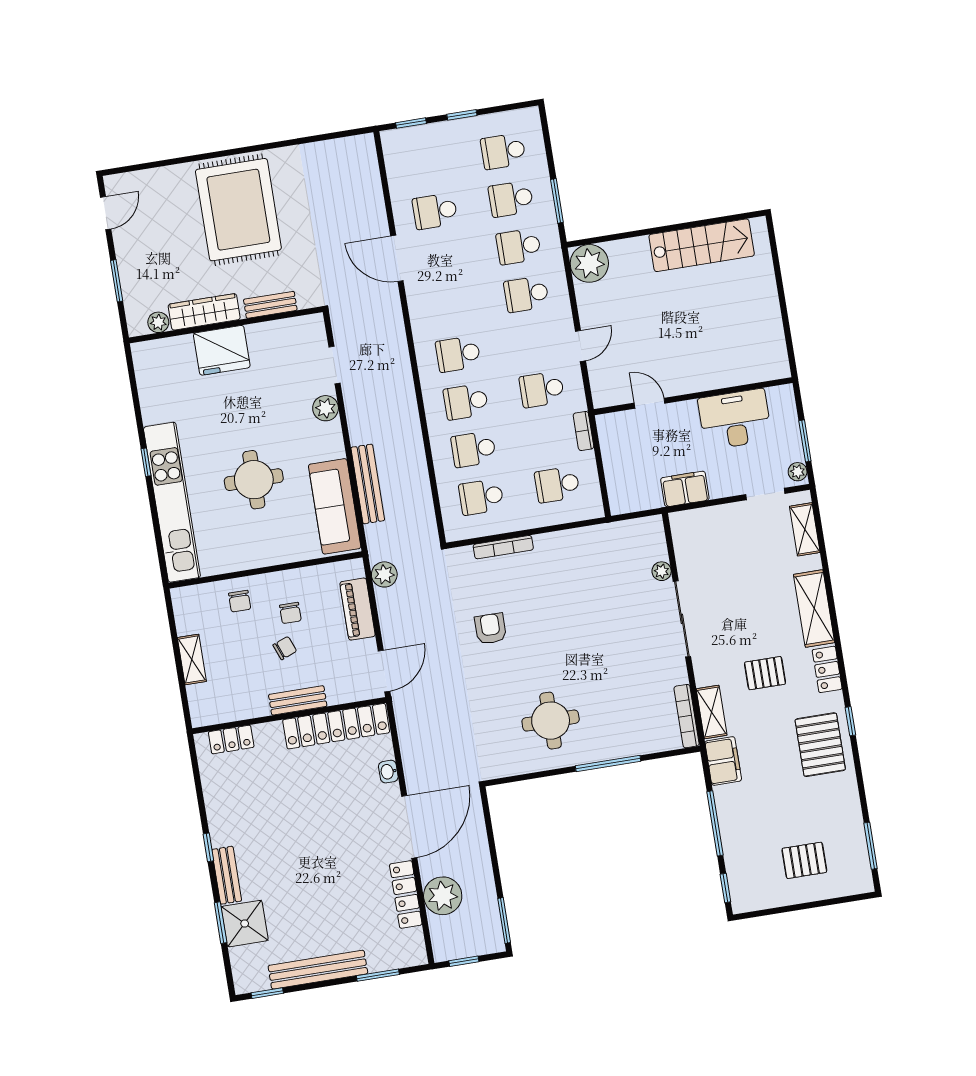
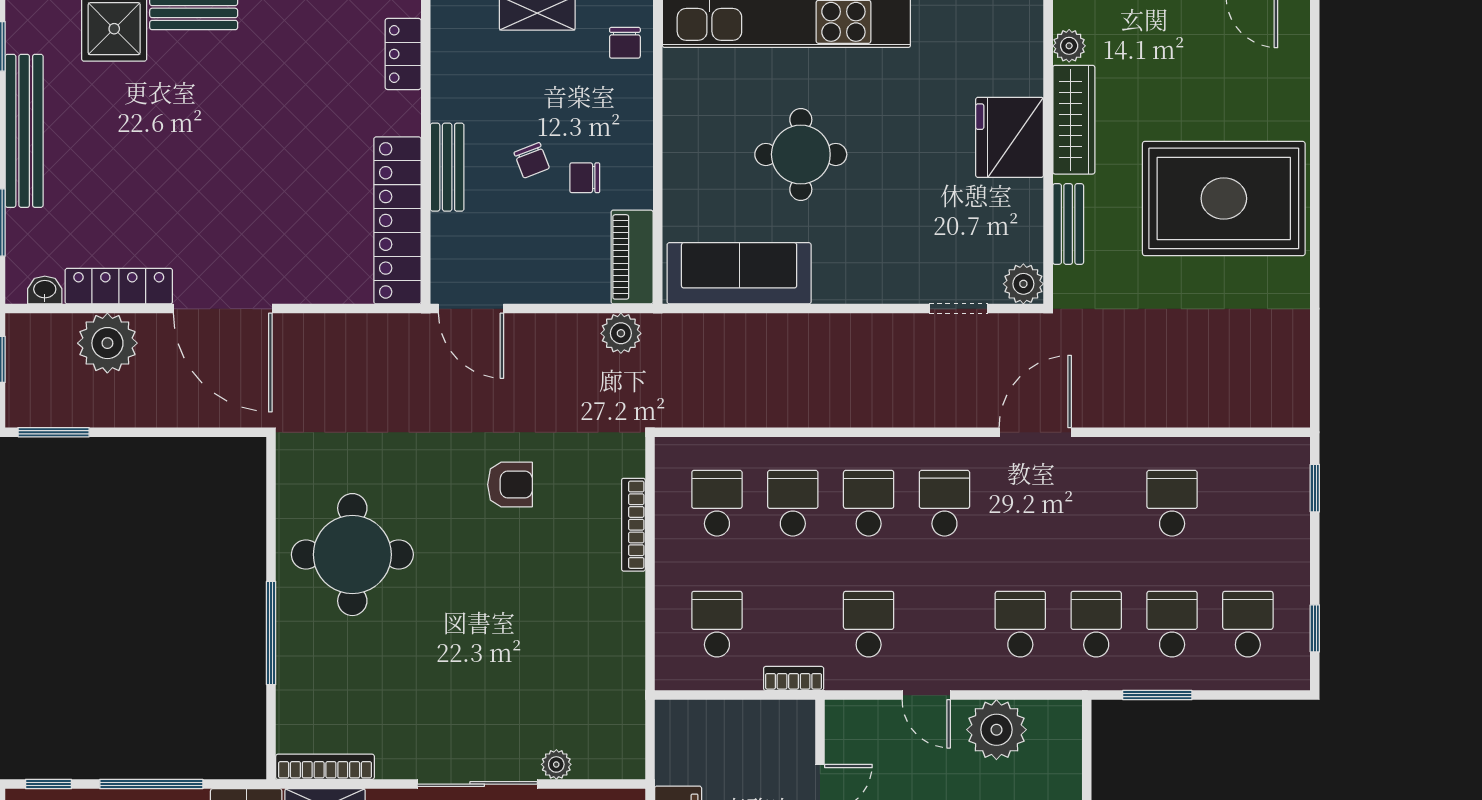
window: (462, 115) -> (1315, 628), moved
door: (397, 258) -> (1035, 432), moved
plant: (589, 263) -> (996, 730), moved
plant: (326, 408) -> (1023, 284), moved
bench: (368, 484) -> (766, 330), removed
chair: (240, 601) -> (625, 43), moved, turned -90
piano: (357, 609) -> (632, 257), moved, turned -90
round table: (551, 721) -> (352, 555), width x1.36, depth x1.36
washbasin: (388, 772) -> (45, 290), moved

